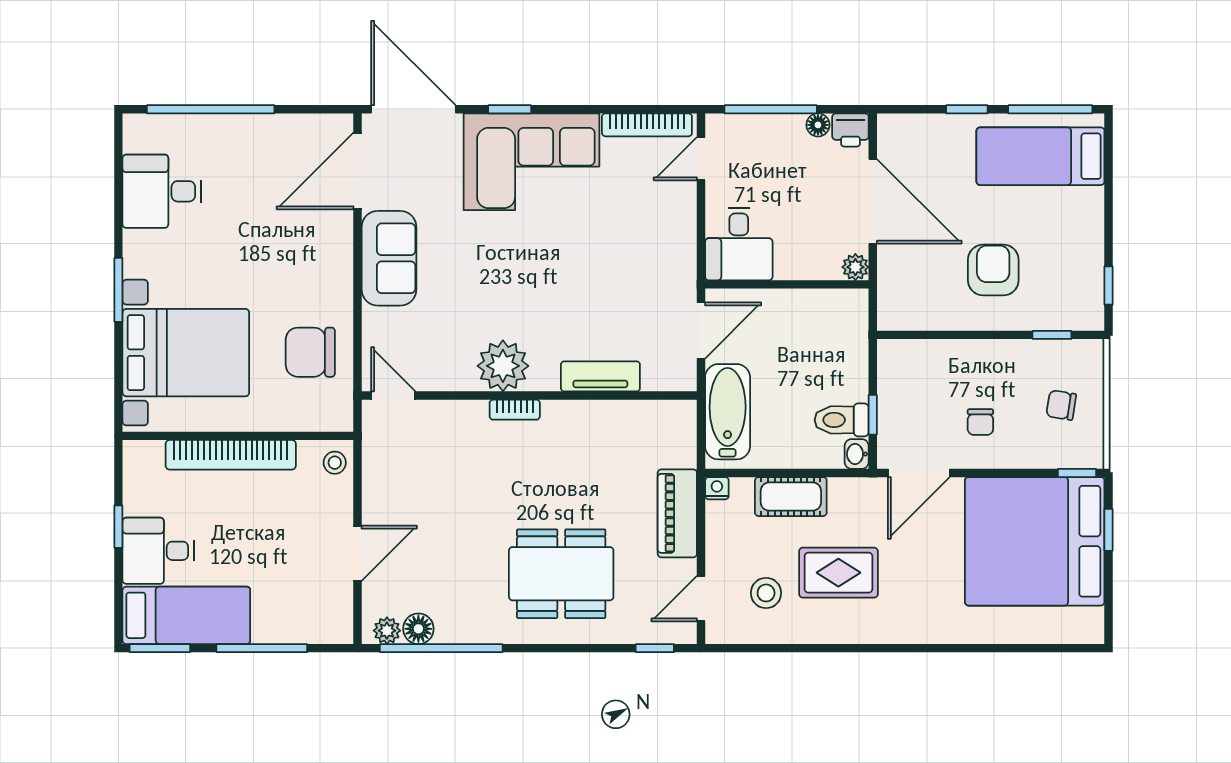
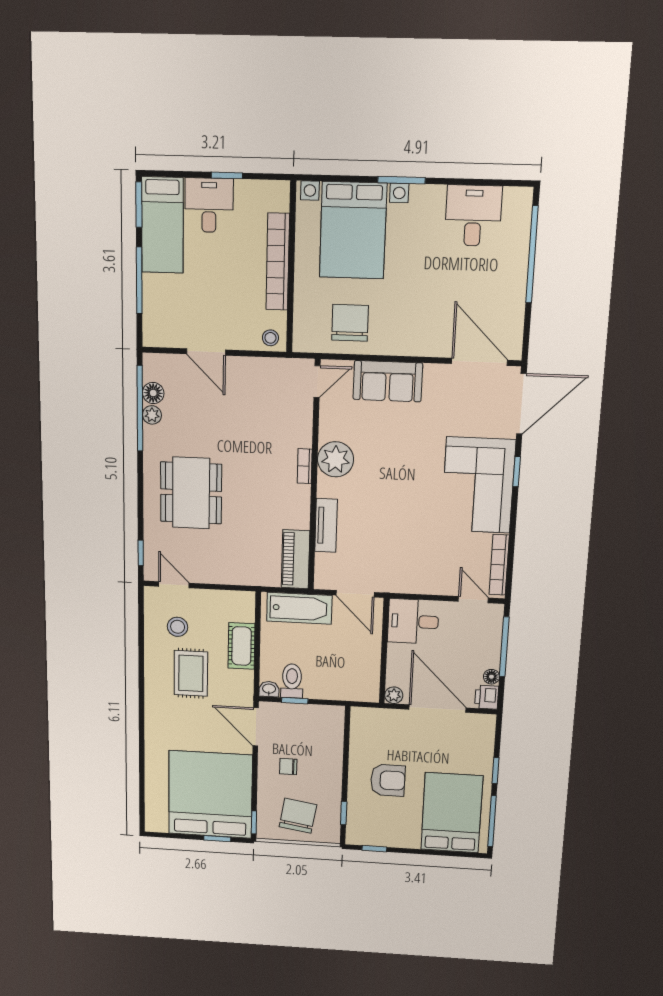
bed: (1040, 156) -> (452, 813), width x1.50
door: (873, 201) -> (437, 709), swing flipped
sofa: (389, 258) -> (388, 381), moved
chair: (1061, 405) -> (298, 816), width x1.87, depth x1.87
nightstand: (717, 488) -> (248, 599), removed
piano: (677, 513) -> (296, 559), moved, turned -90
plant: (387, 631) -> (152, 415), moved

